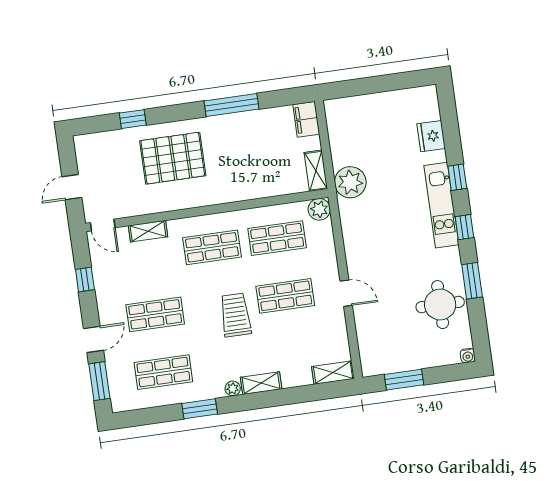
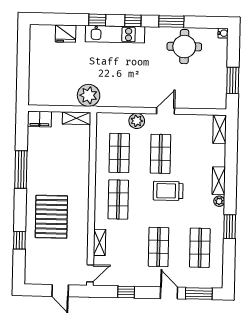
plant: (319, 209) -> (137, 121), moved

